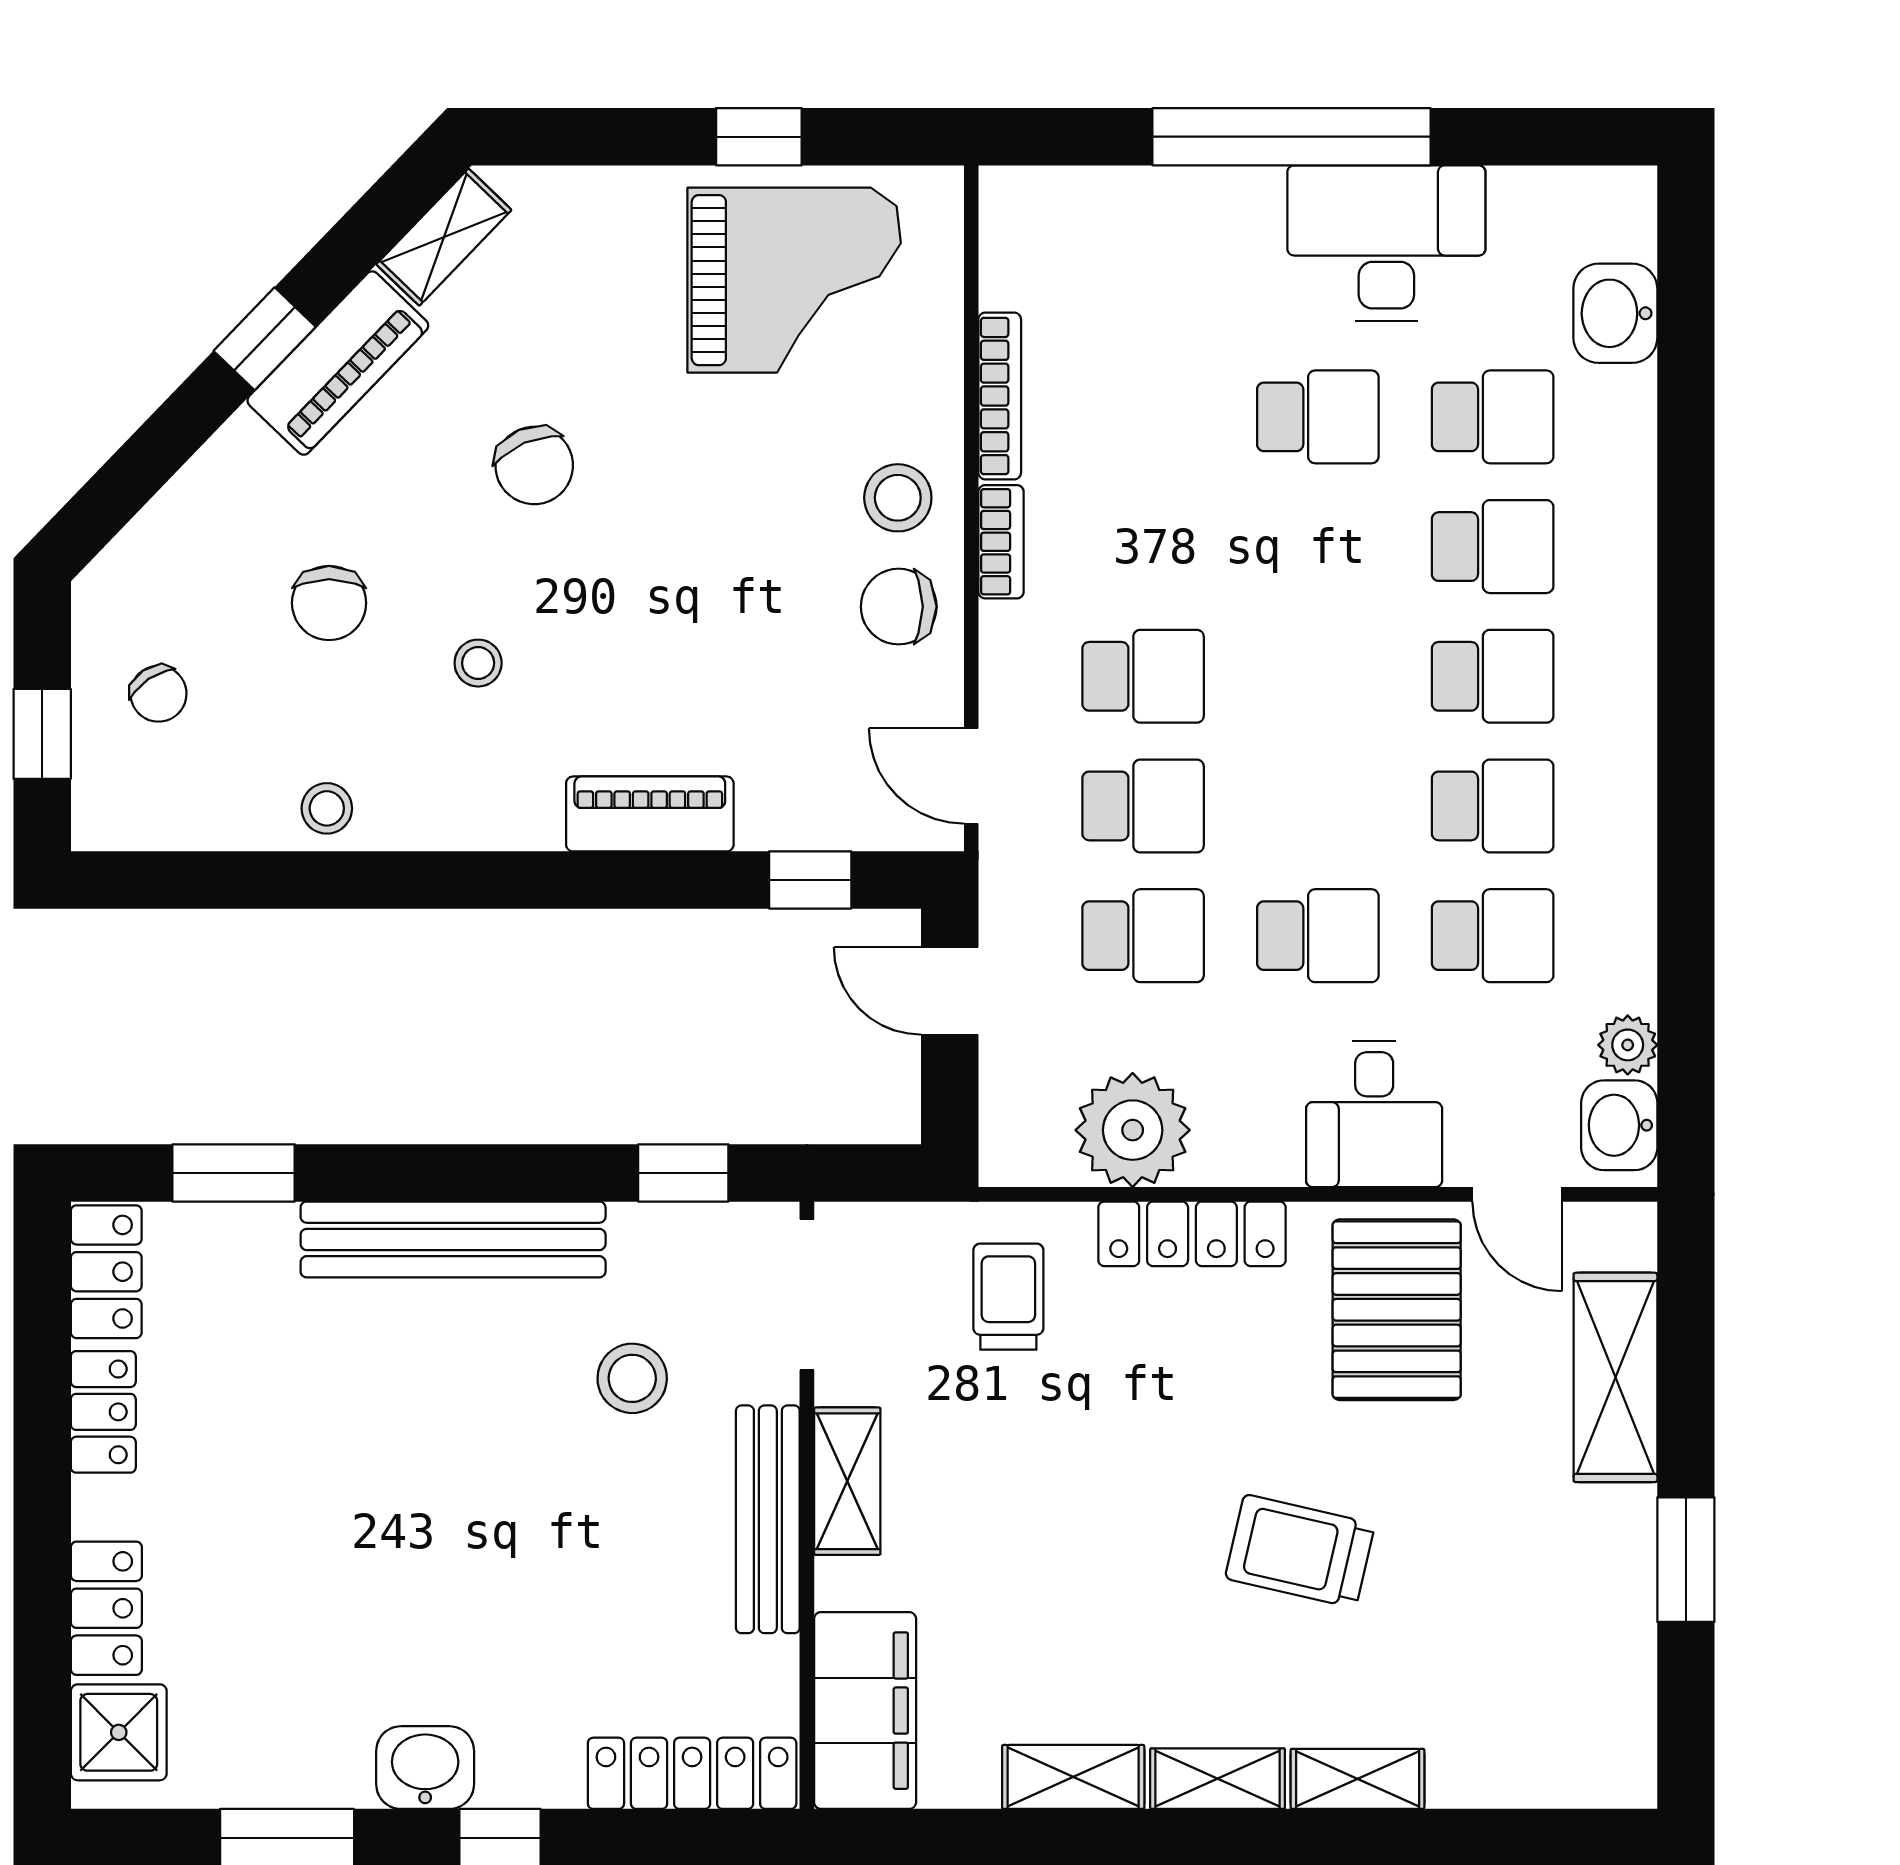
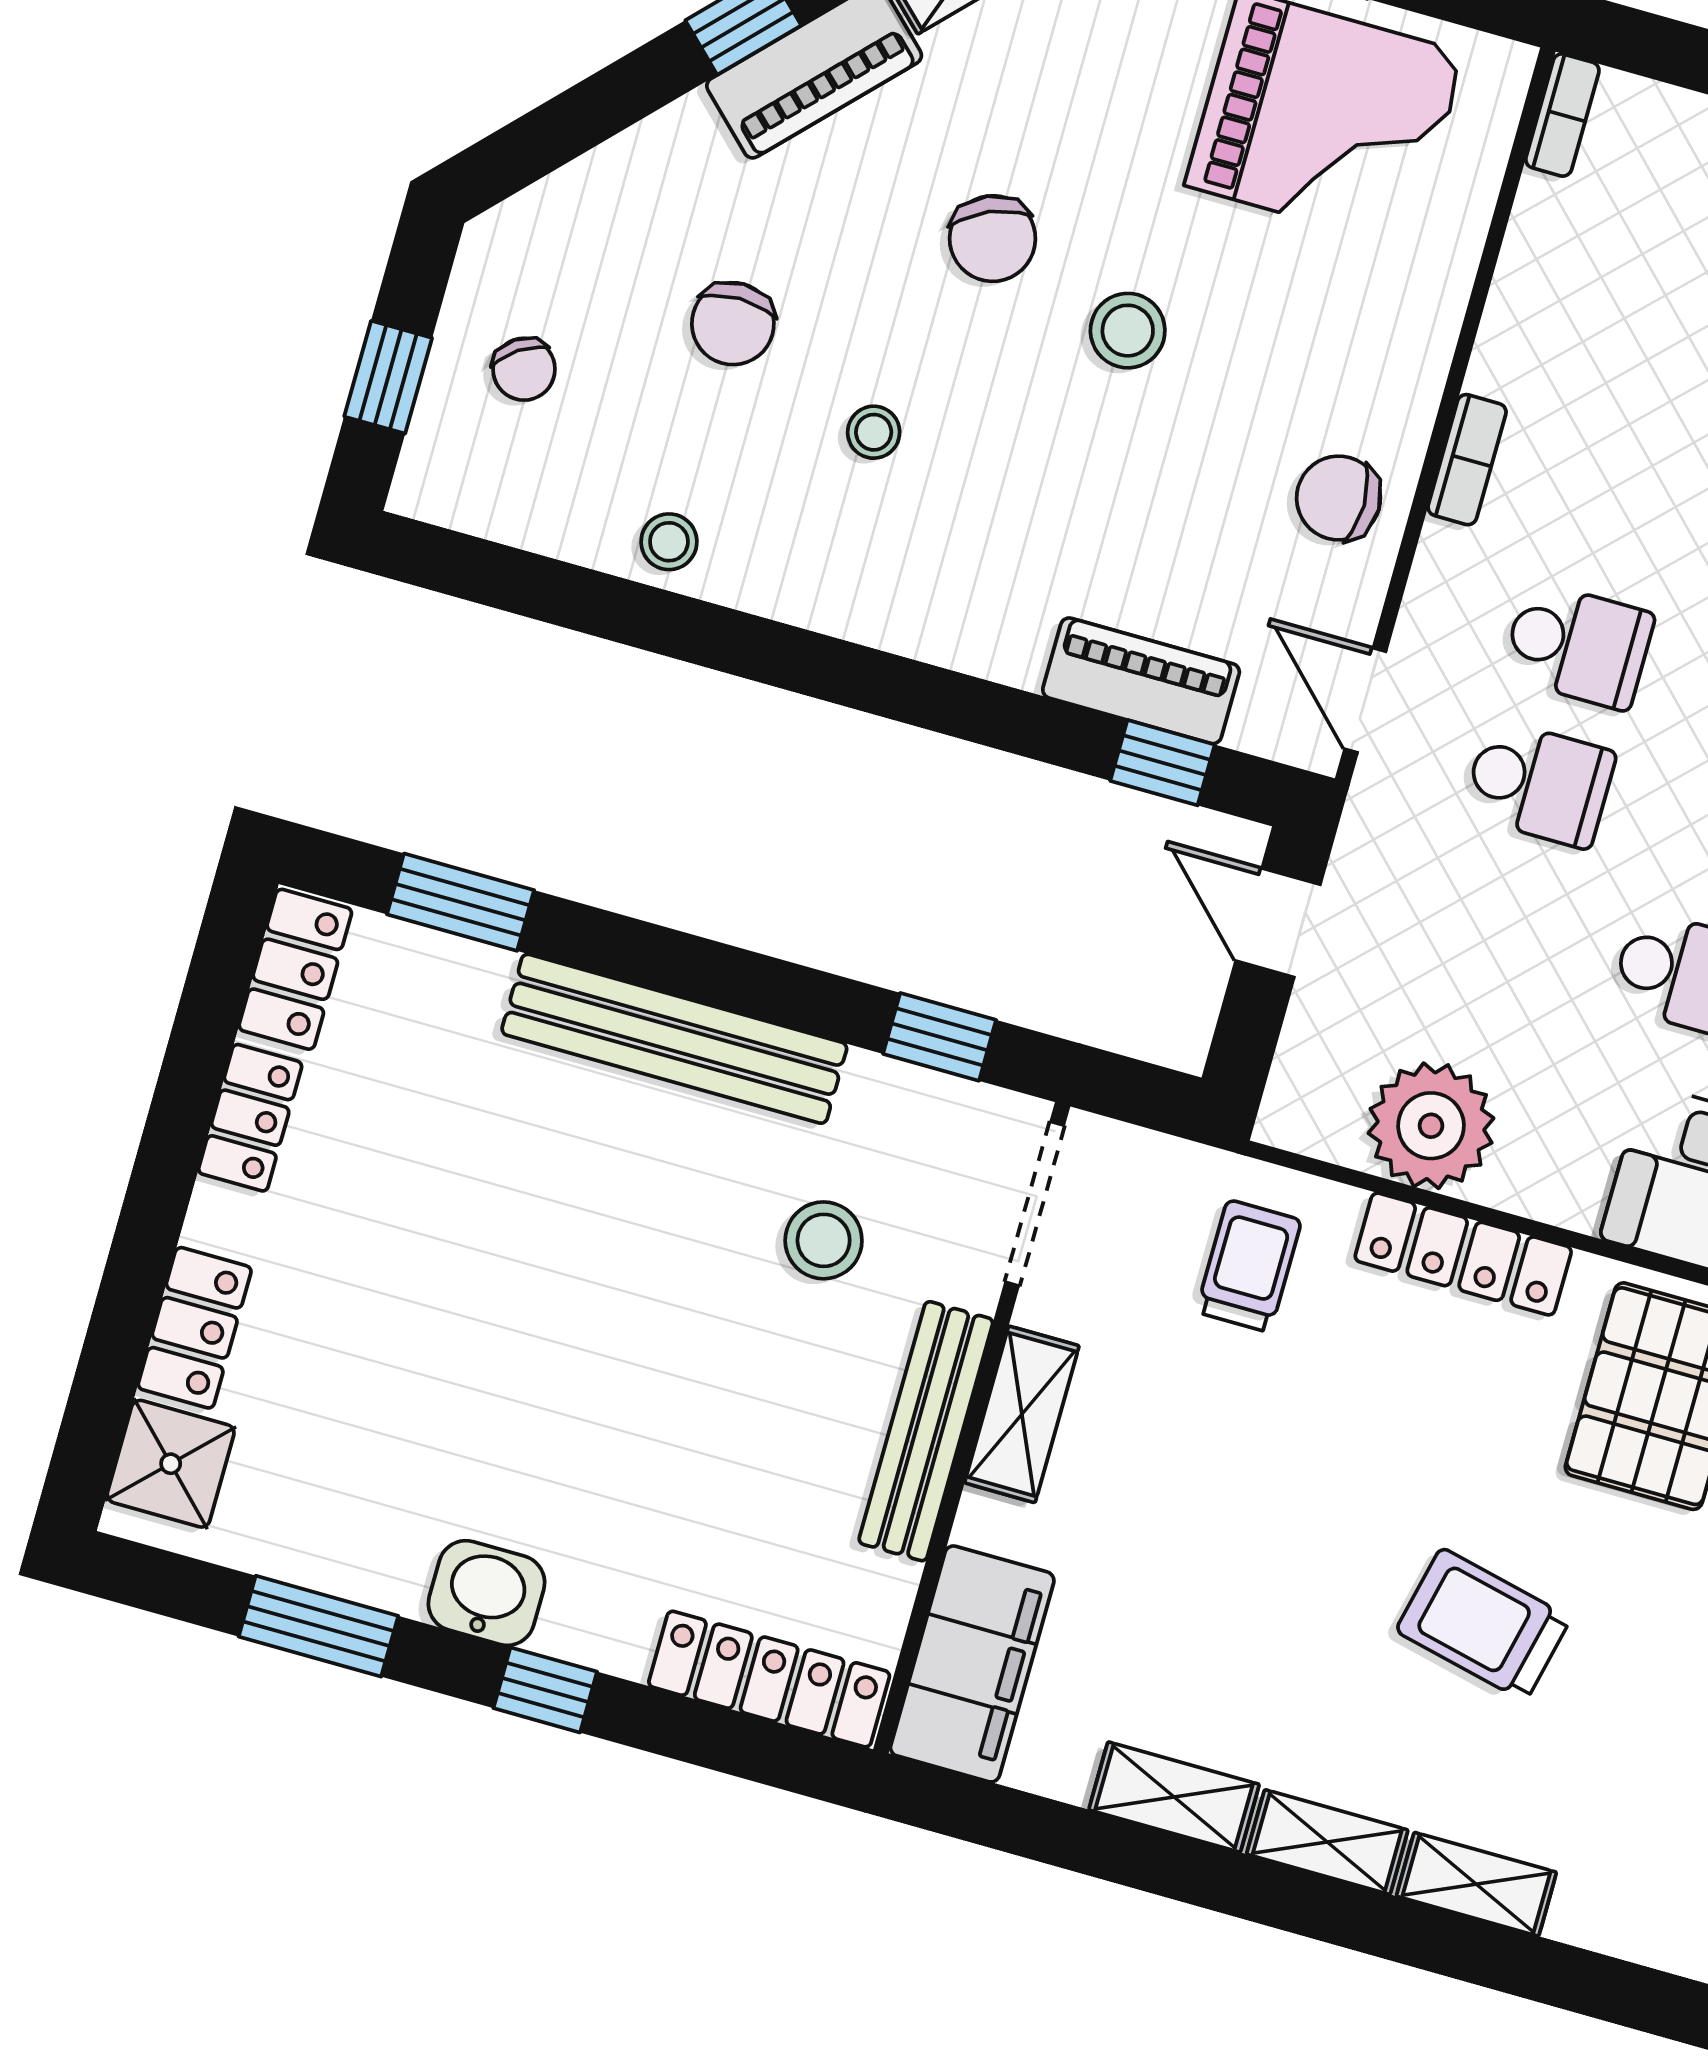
bookcase: (1000, 396) -> (1562, 115), moved, width x0.64
stool: (898, 498) -> (1128, 331), moved
piano: (650, 814) -> (1141, 681), moved
school desk: (1143, 936) -> (1500, 922), removed

